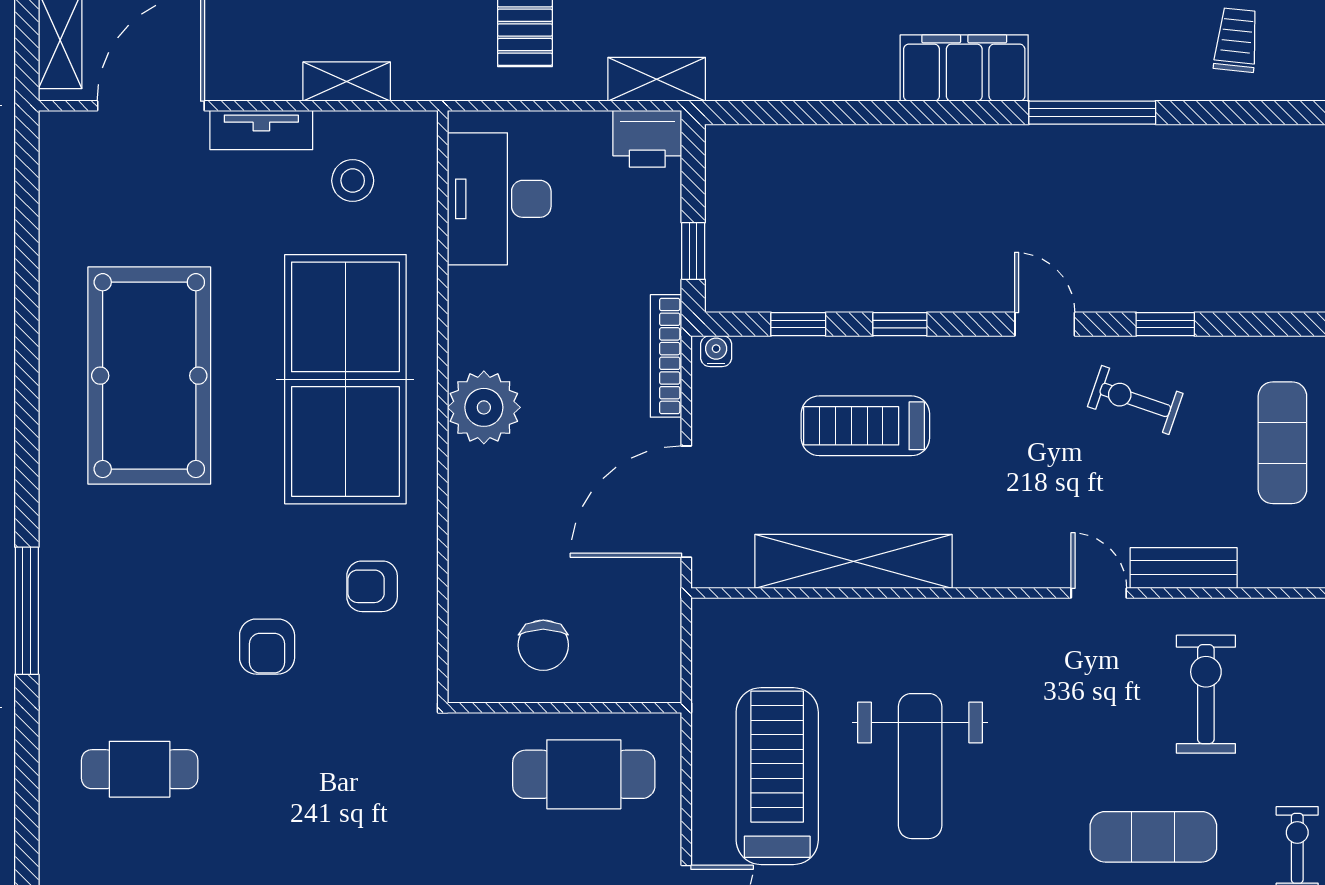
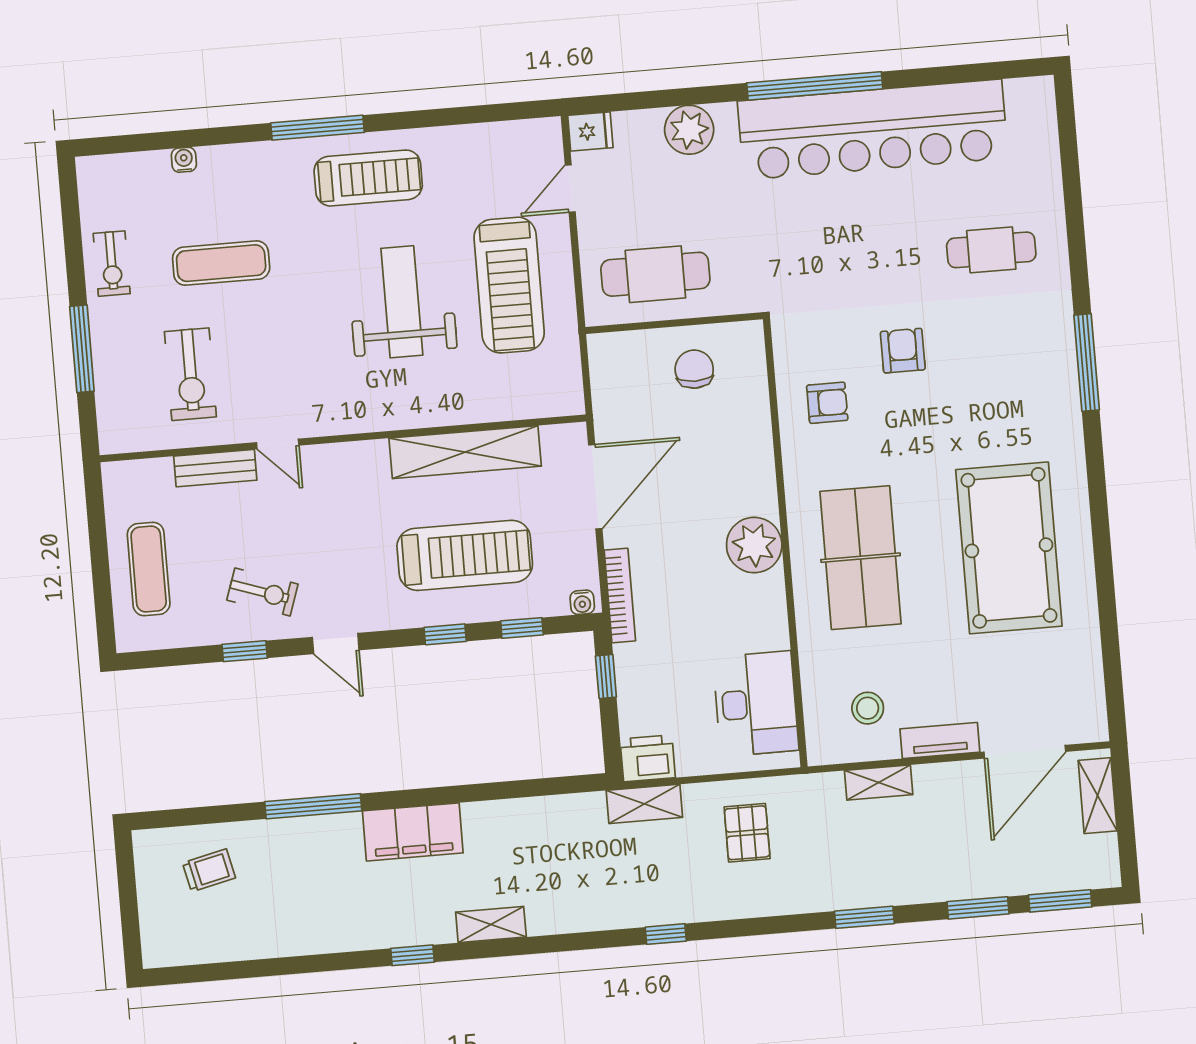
trolley: (1236, 40) -> (209, 870), turned -109
table tennis table: (345, 379) -> (861, 558), width x0.73, depth x0.76
treadmill: (865, 426) -> (465, 555), width x1.37, depth x1.38

